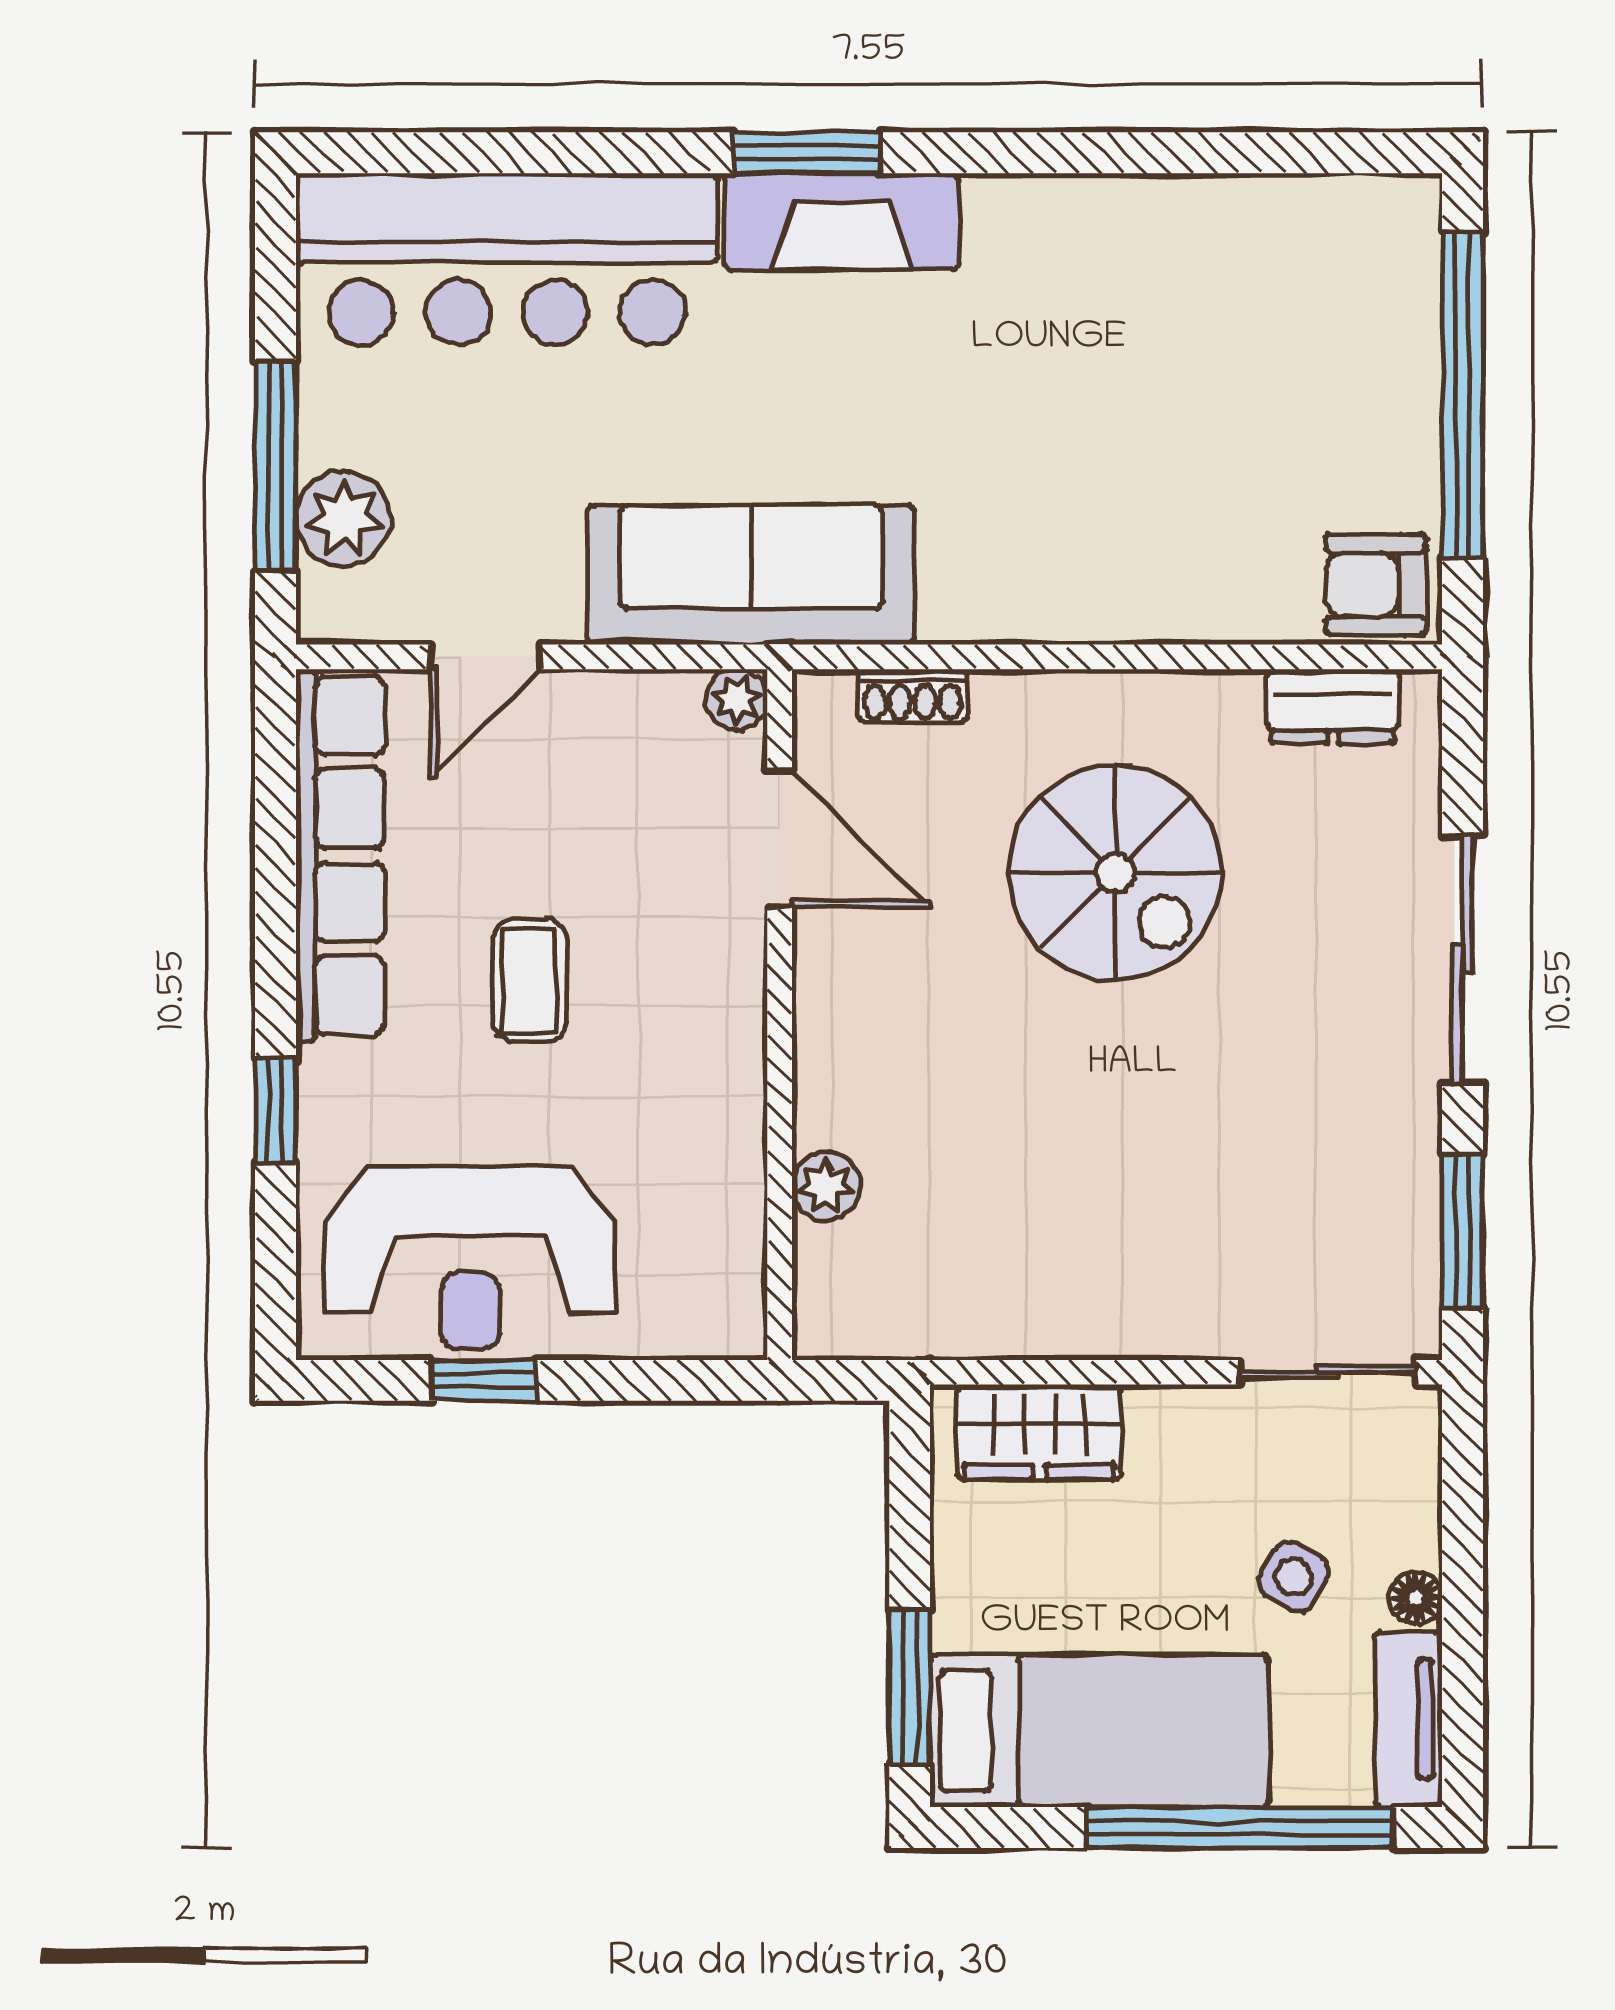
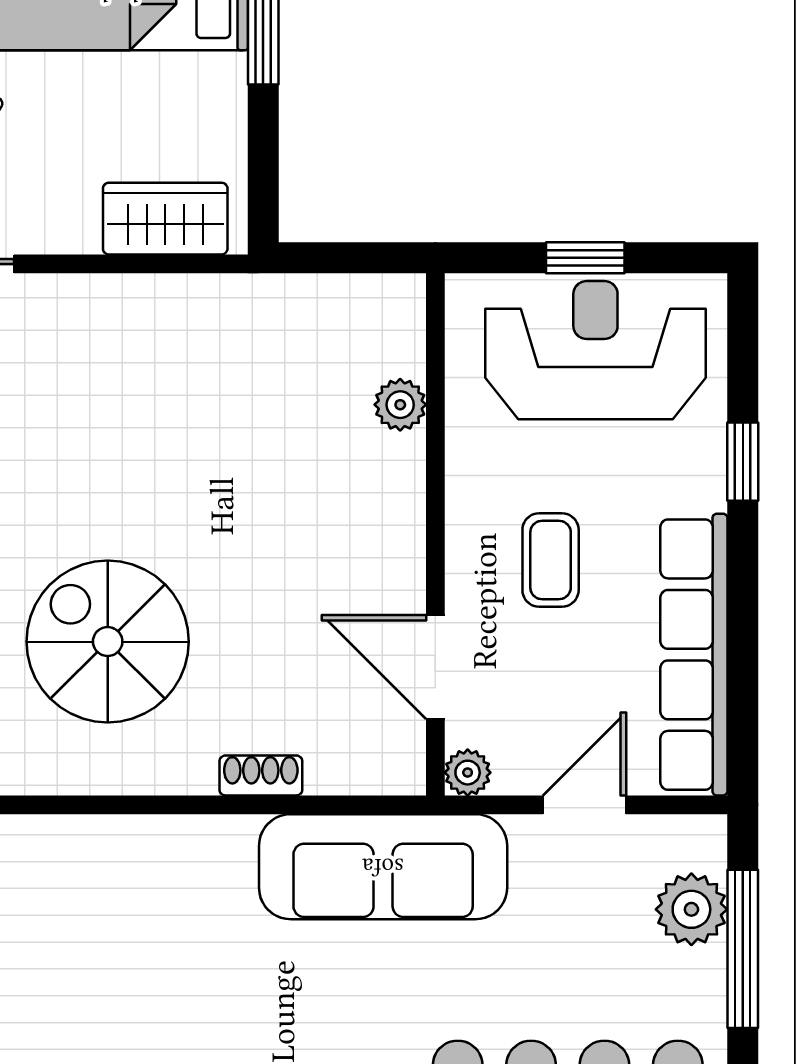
plant: (737, 699) -> (468, 773), moved
door: (780, 839) -> (435, 667), moved
wall: (780, 1015) -> (435, 534), moved
plant: (826, 1186) -> (400, 405), moved

